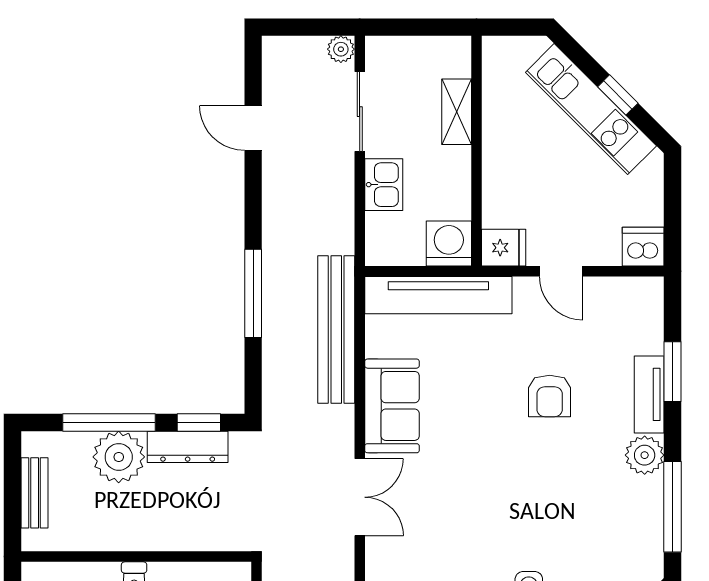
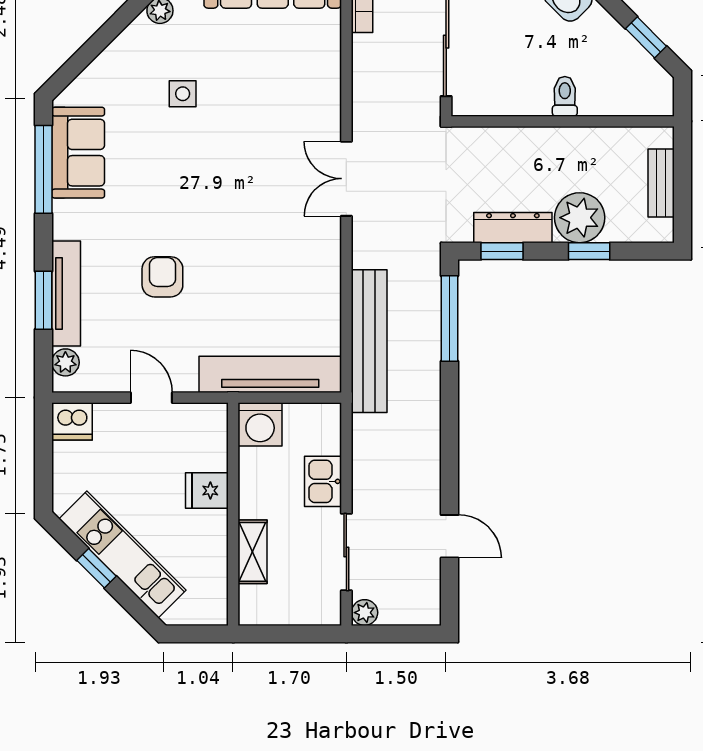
fridge: (504, 248) -> (207, 491), moved
window: (253, 293) -> (450, 319), moved
tv unit: (649, 394) -> (66, 293), width x1.41
sofa: (392, 406) -> (78, 153), moved, turned 180
window: (109, 422) -> (589, 251), width x0.46
plant: (645, 455) -> (65, 362), moved, width x0.73, depth x0.73

